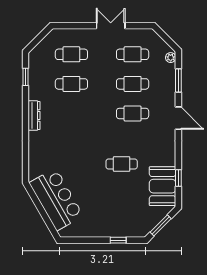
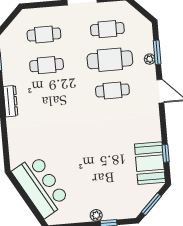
plant: (171, 58) -> (150, 59), moved
cafe table: (133, 84) -> (110, 60), width x1.37, depth x1.35
cafe table: (122, 164) -> (106, 144), removed
plant: (107, 232) -> (96, 215), added

